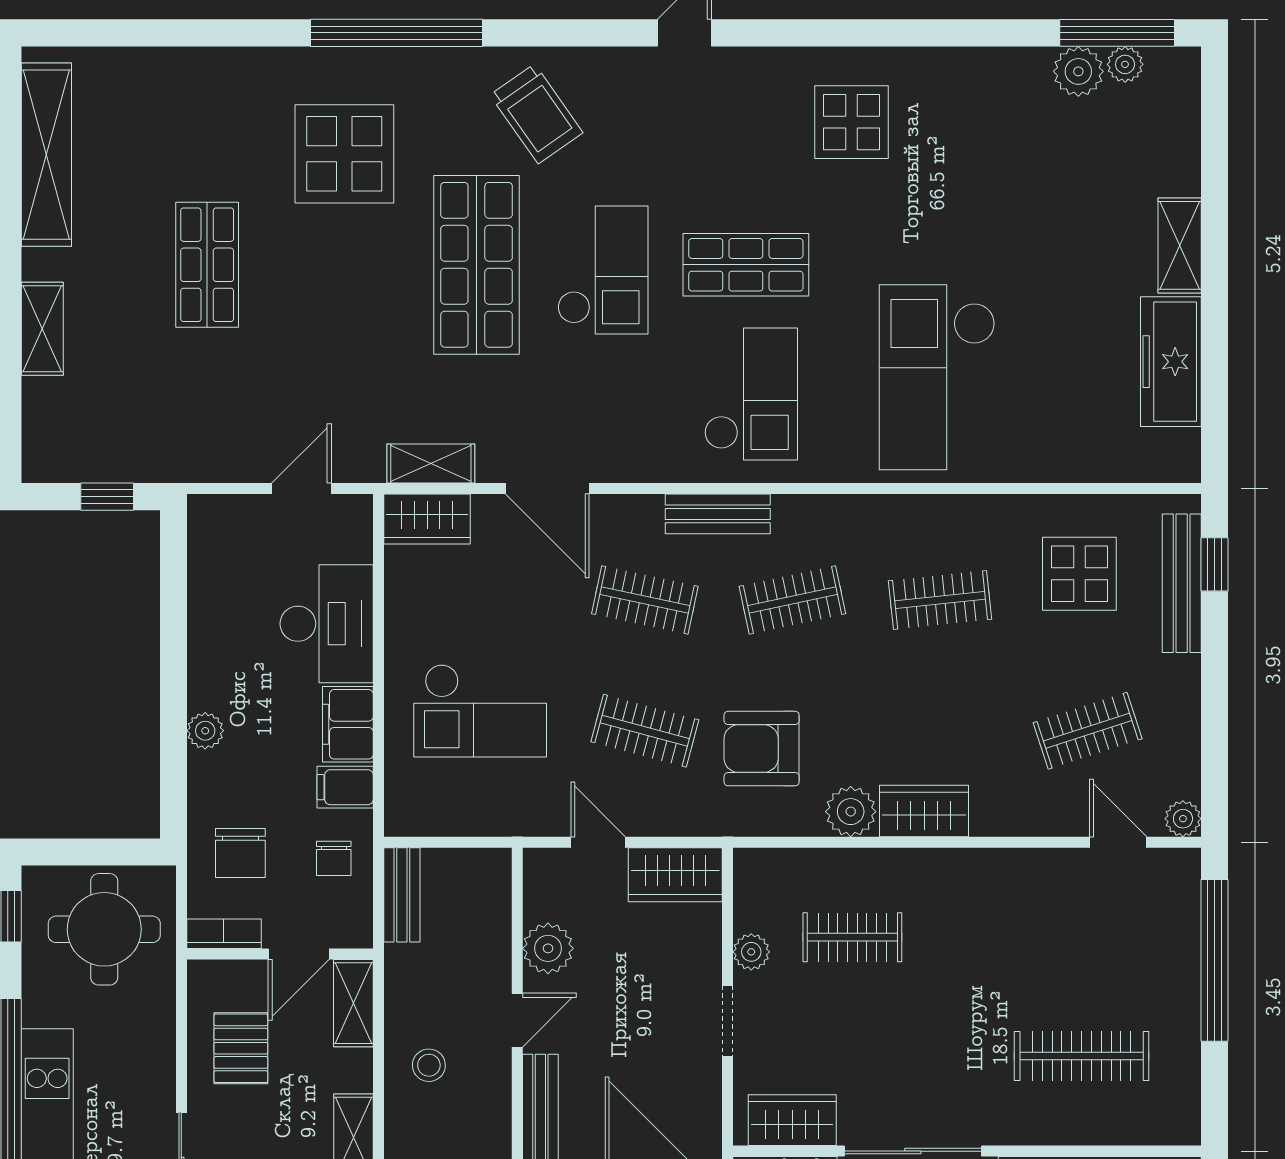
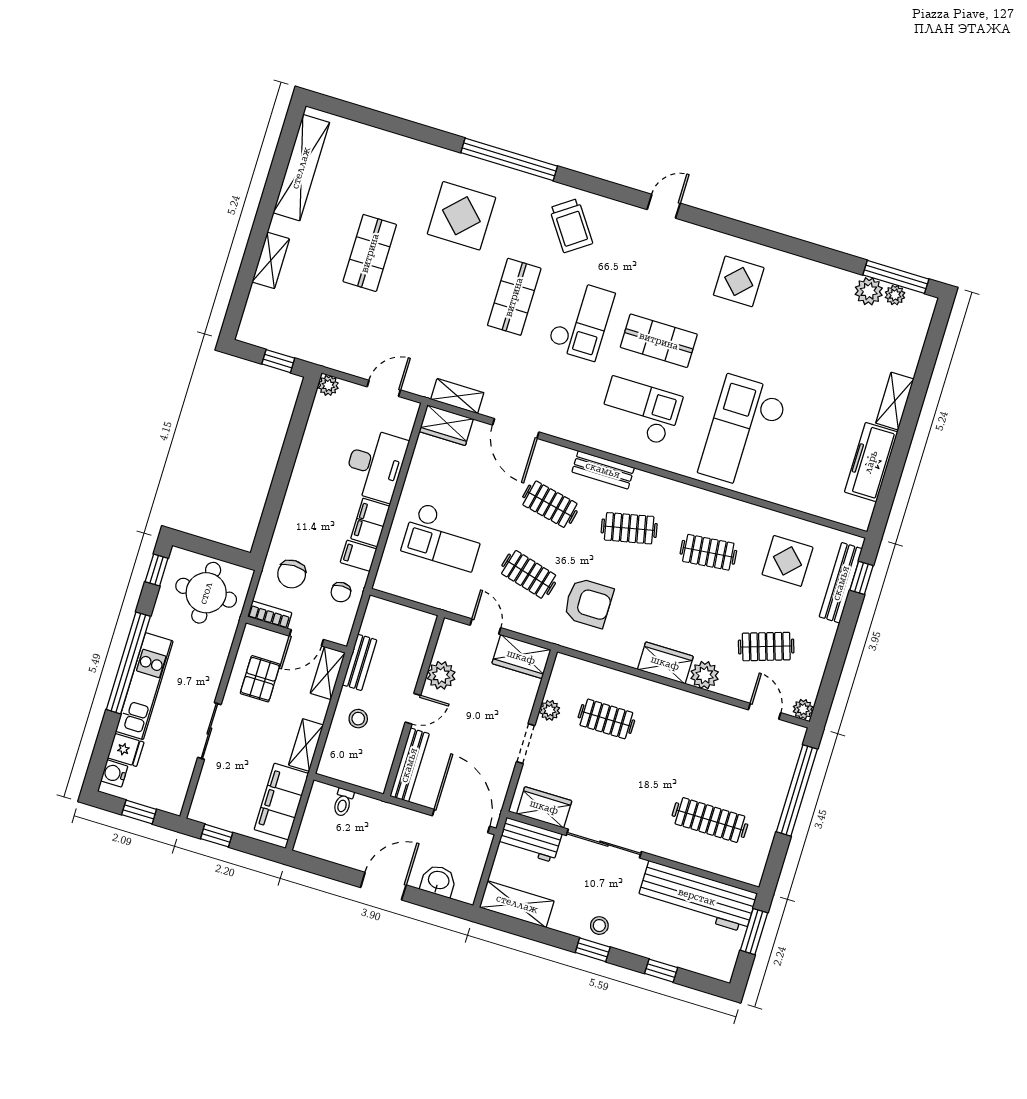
shop shelf: (476, 265) -> (514, 297), width x0.70, depth x0.74
checkout: (751, 394) -> (640, 411), turned -90
plant: (205, 731) -> (328, 385), moved
armchair: (762, 749) -> (588, 603), turned 180
plant: (851, 812) -> (705, 675), moved
bench: (402, 895) -> (359, 662), moved

